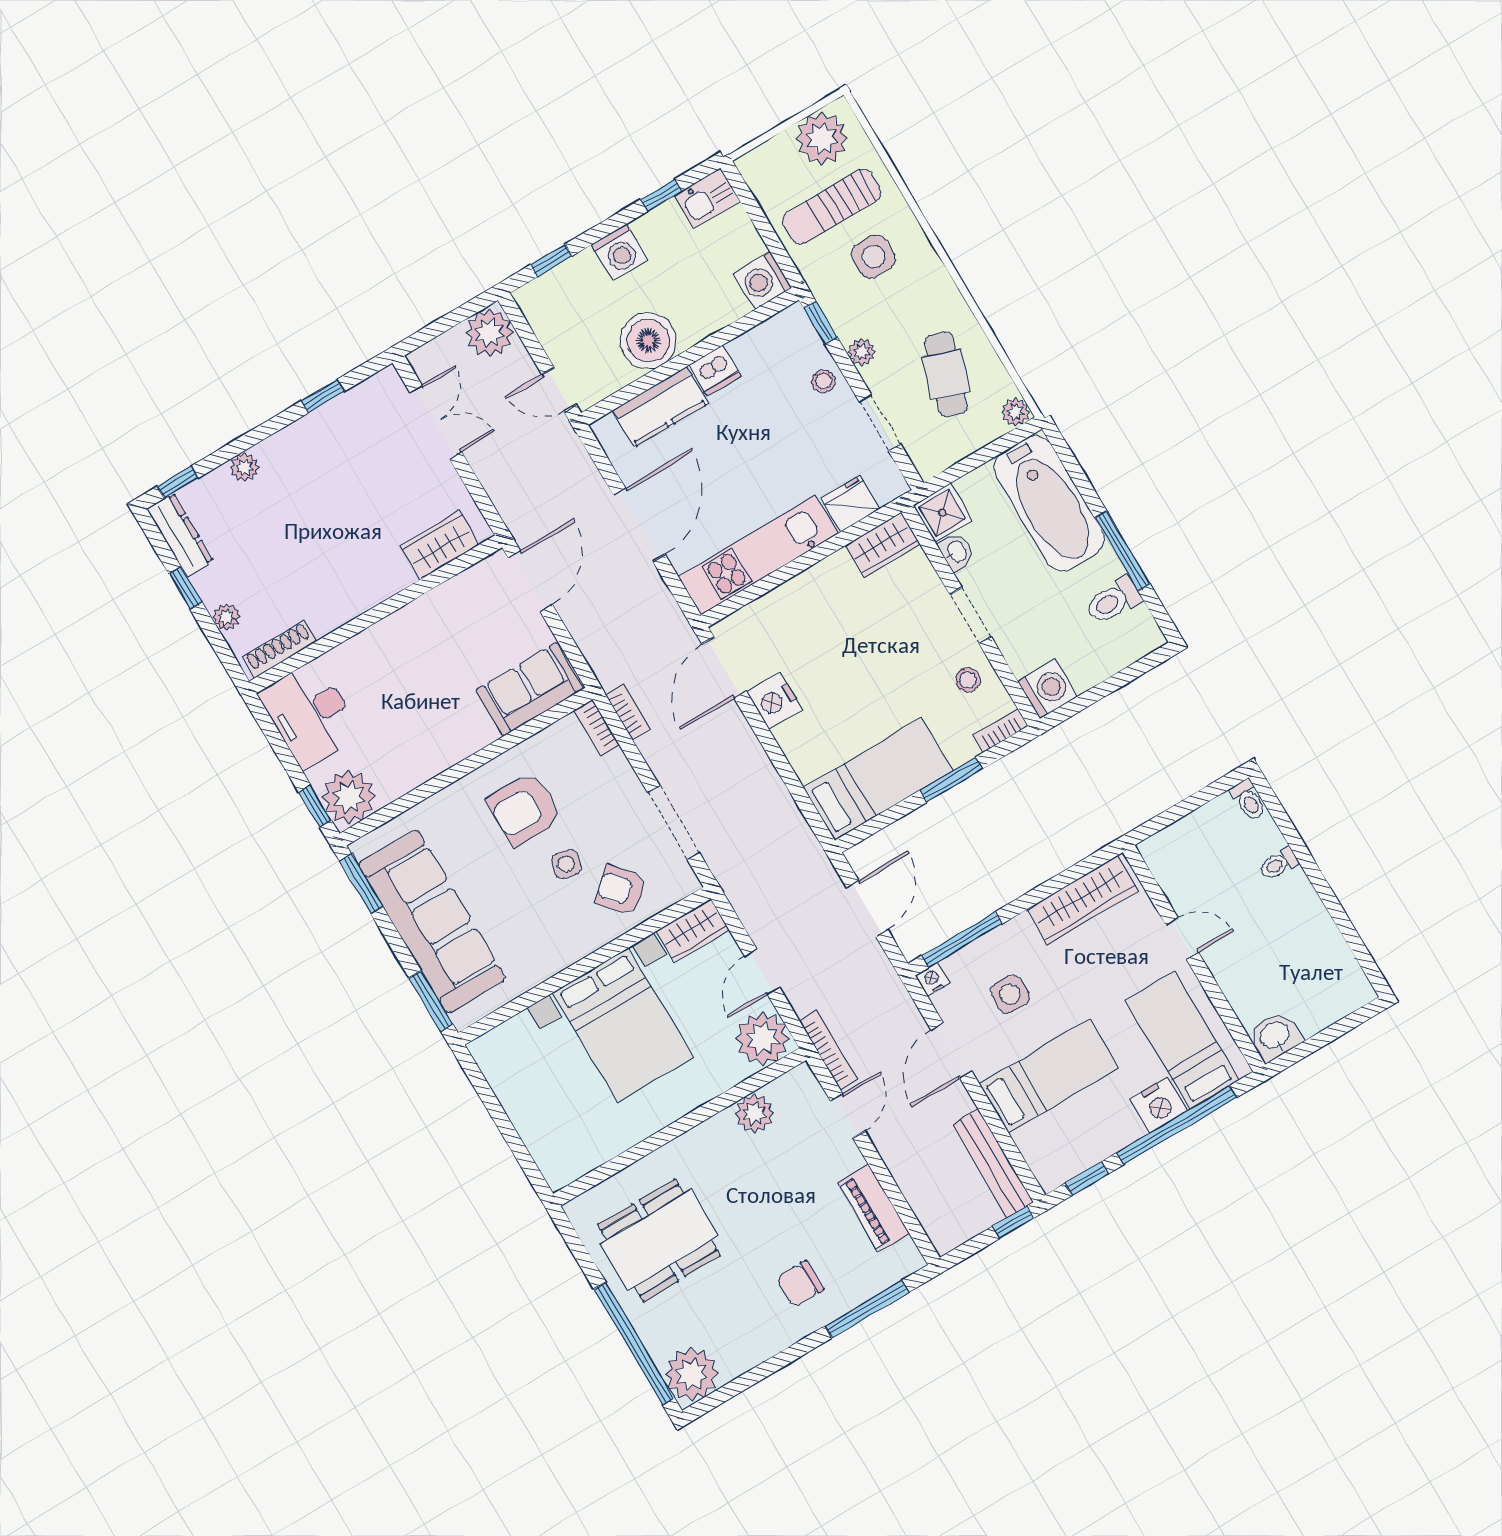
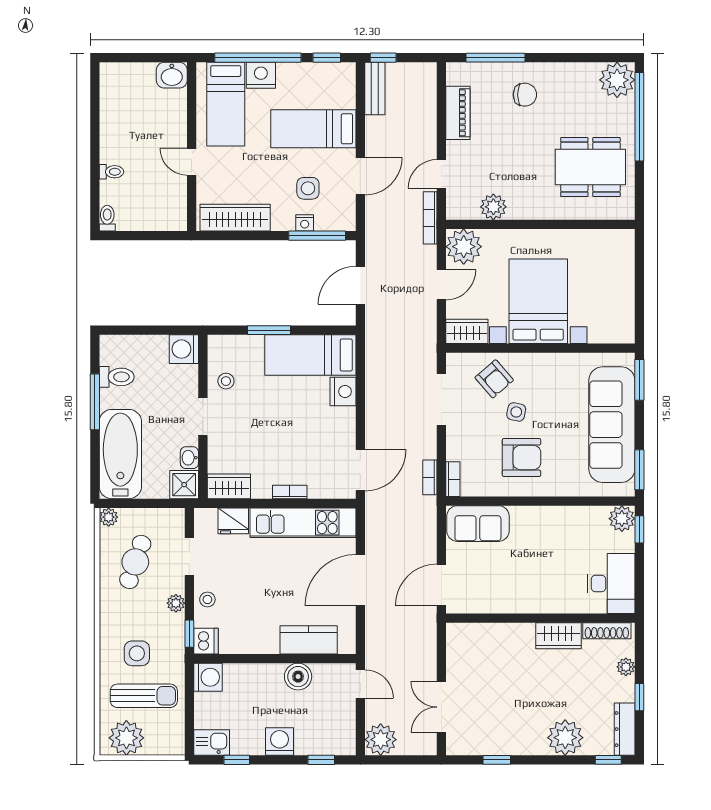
boiler: (648, 341) -> (298, 677), width x0.73, depth x0.73
dishwasher: (715, 371) -> (206, 641), moved, turned 90
plant: (244, 467) -> (565, 738), width x1.88, depth x1.88
wardrobe: (440, 545) -> (558, 636), moved
nightstand: (775, 701) -> (343, 391), moved
bookcase: (1001, 730) -> (290, 492), moved, turned 180
plant: (349, 797) -> (622, 519), width x0.73, depth x0.73
nightstand: (932, 979) -> (305, 223), moved
bench: (993, 1163) -> (375, 89), width x0.73

